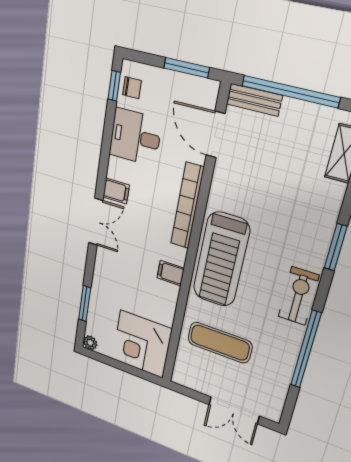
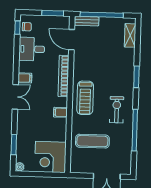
treadmill: (221, 260) -> (85, 98), width x0.73, depth x0.73
exercise bike: (298, 296) -> (117, 110), moved

